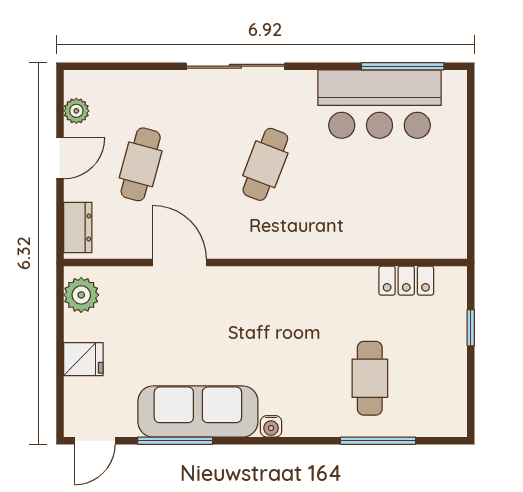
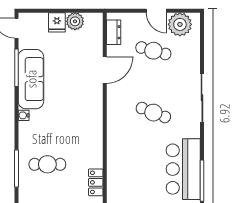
plant: (76, 111) -> (180, 24), width x1.88, depth x1.88
dresser: (78, 228) -> (114, 32), moved, turned -90
plant: (81, 295) -> (75, 21), moved

